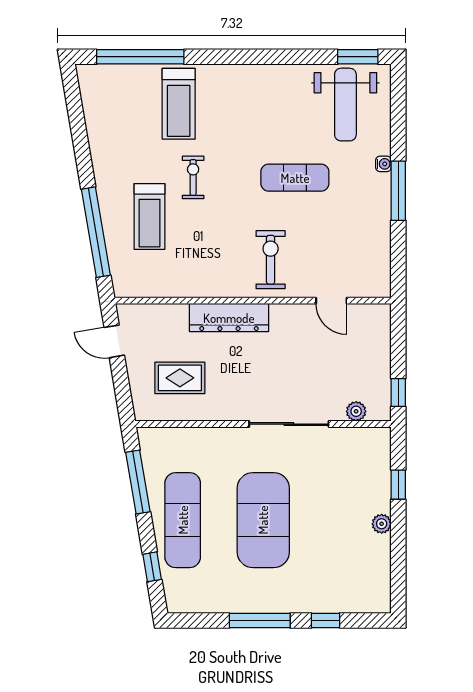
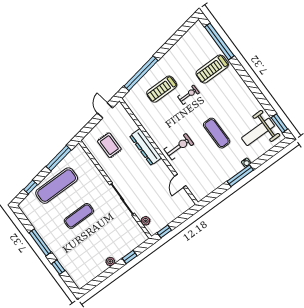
exercise mat: (263, 520) -> (79, 216), width x0.50, depth x0.69

